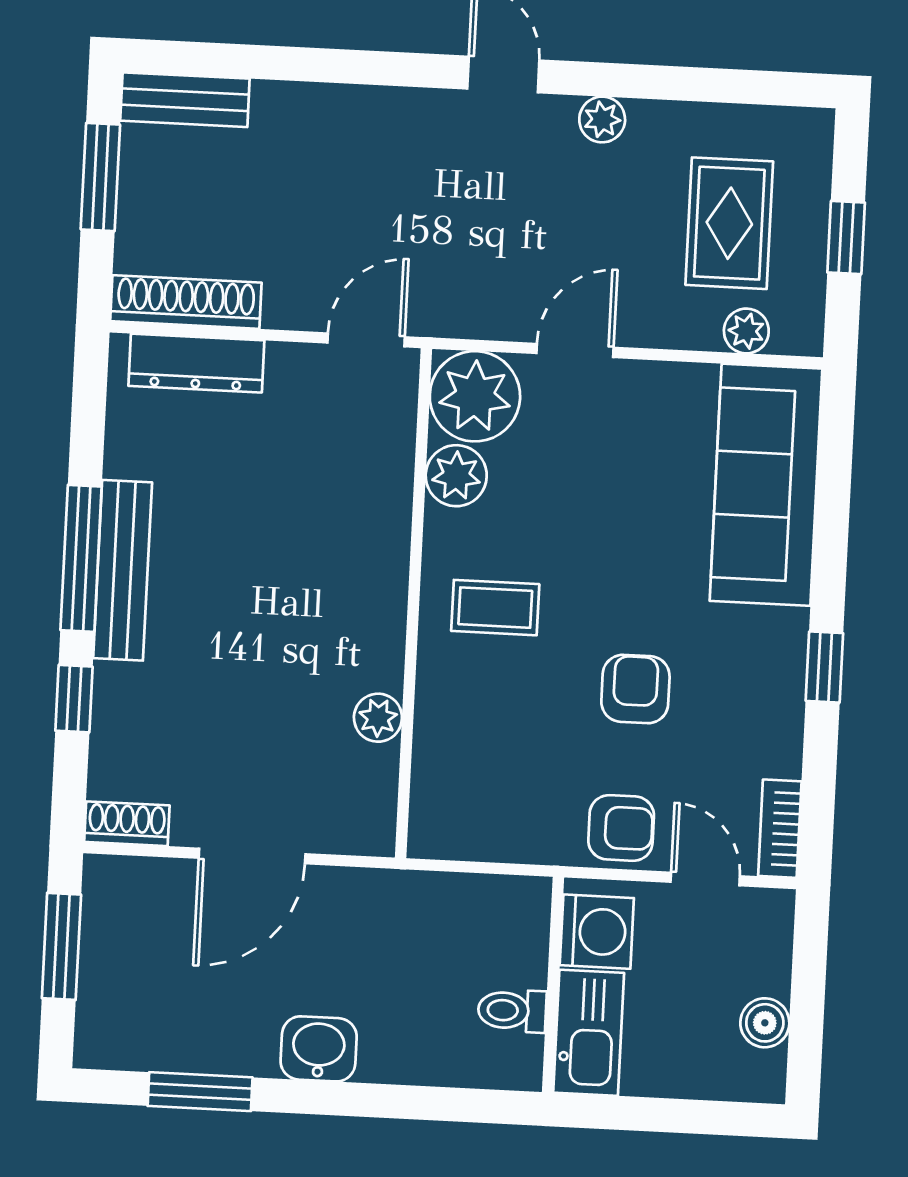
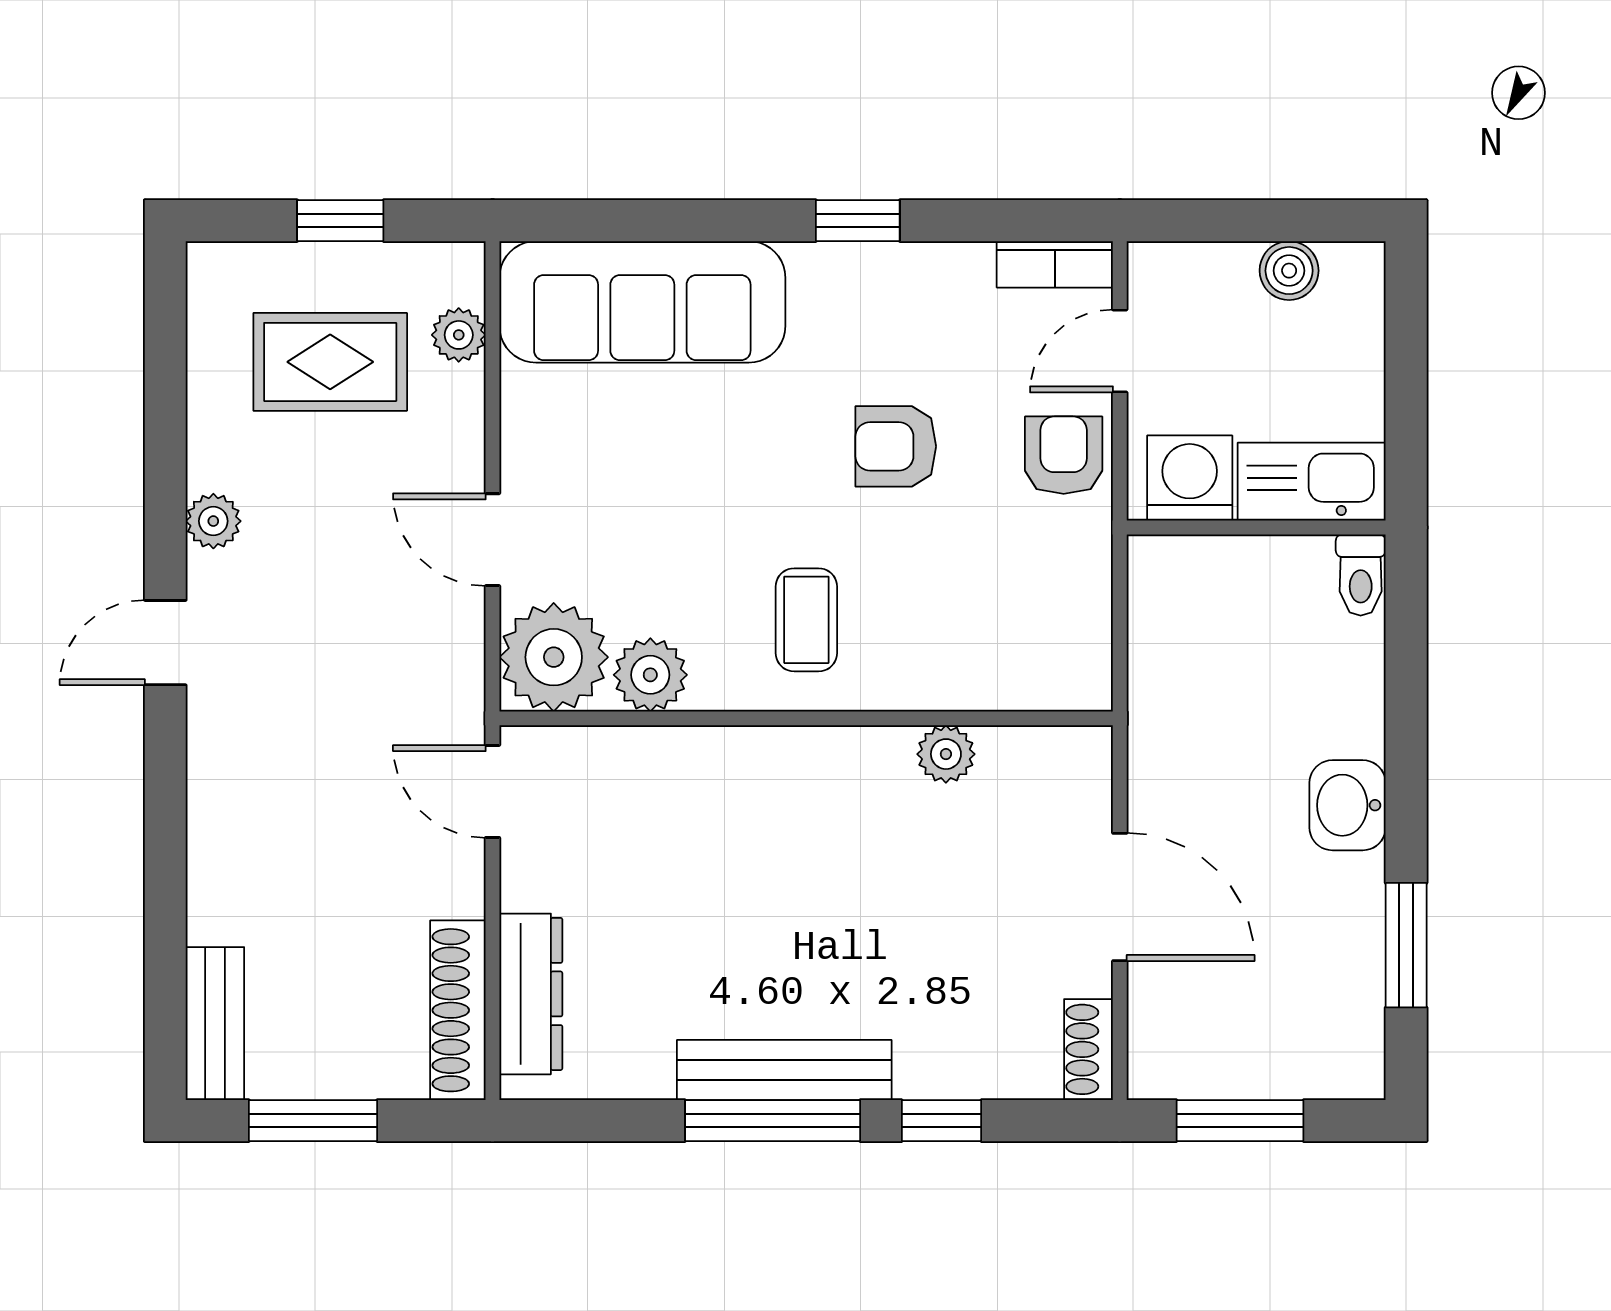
toilet: (512, 1011) -> (1361, 575), moved

